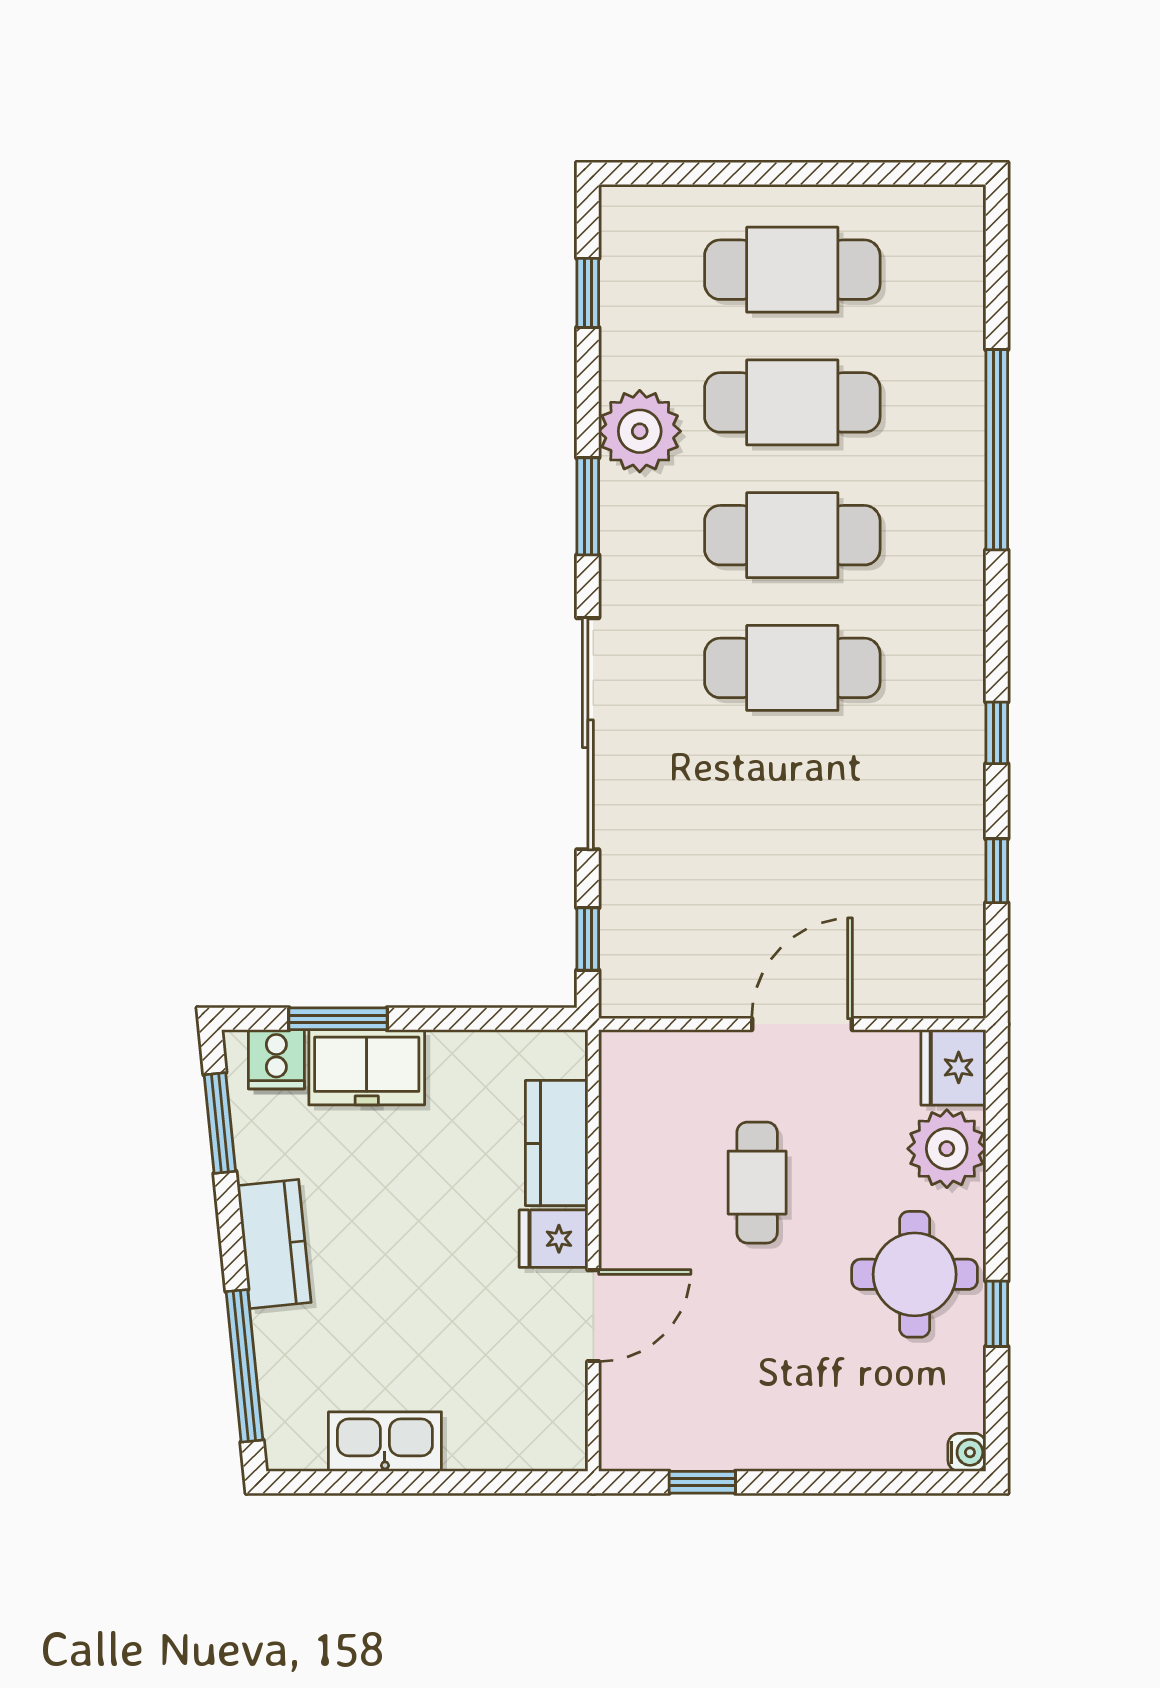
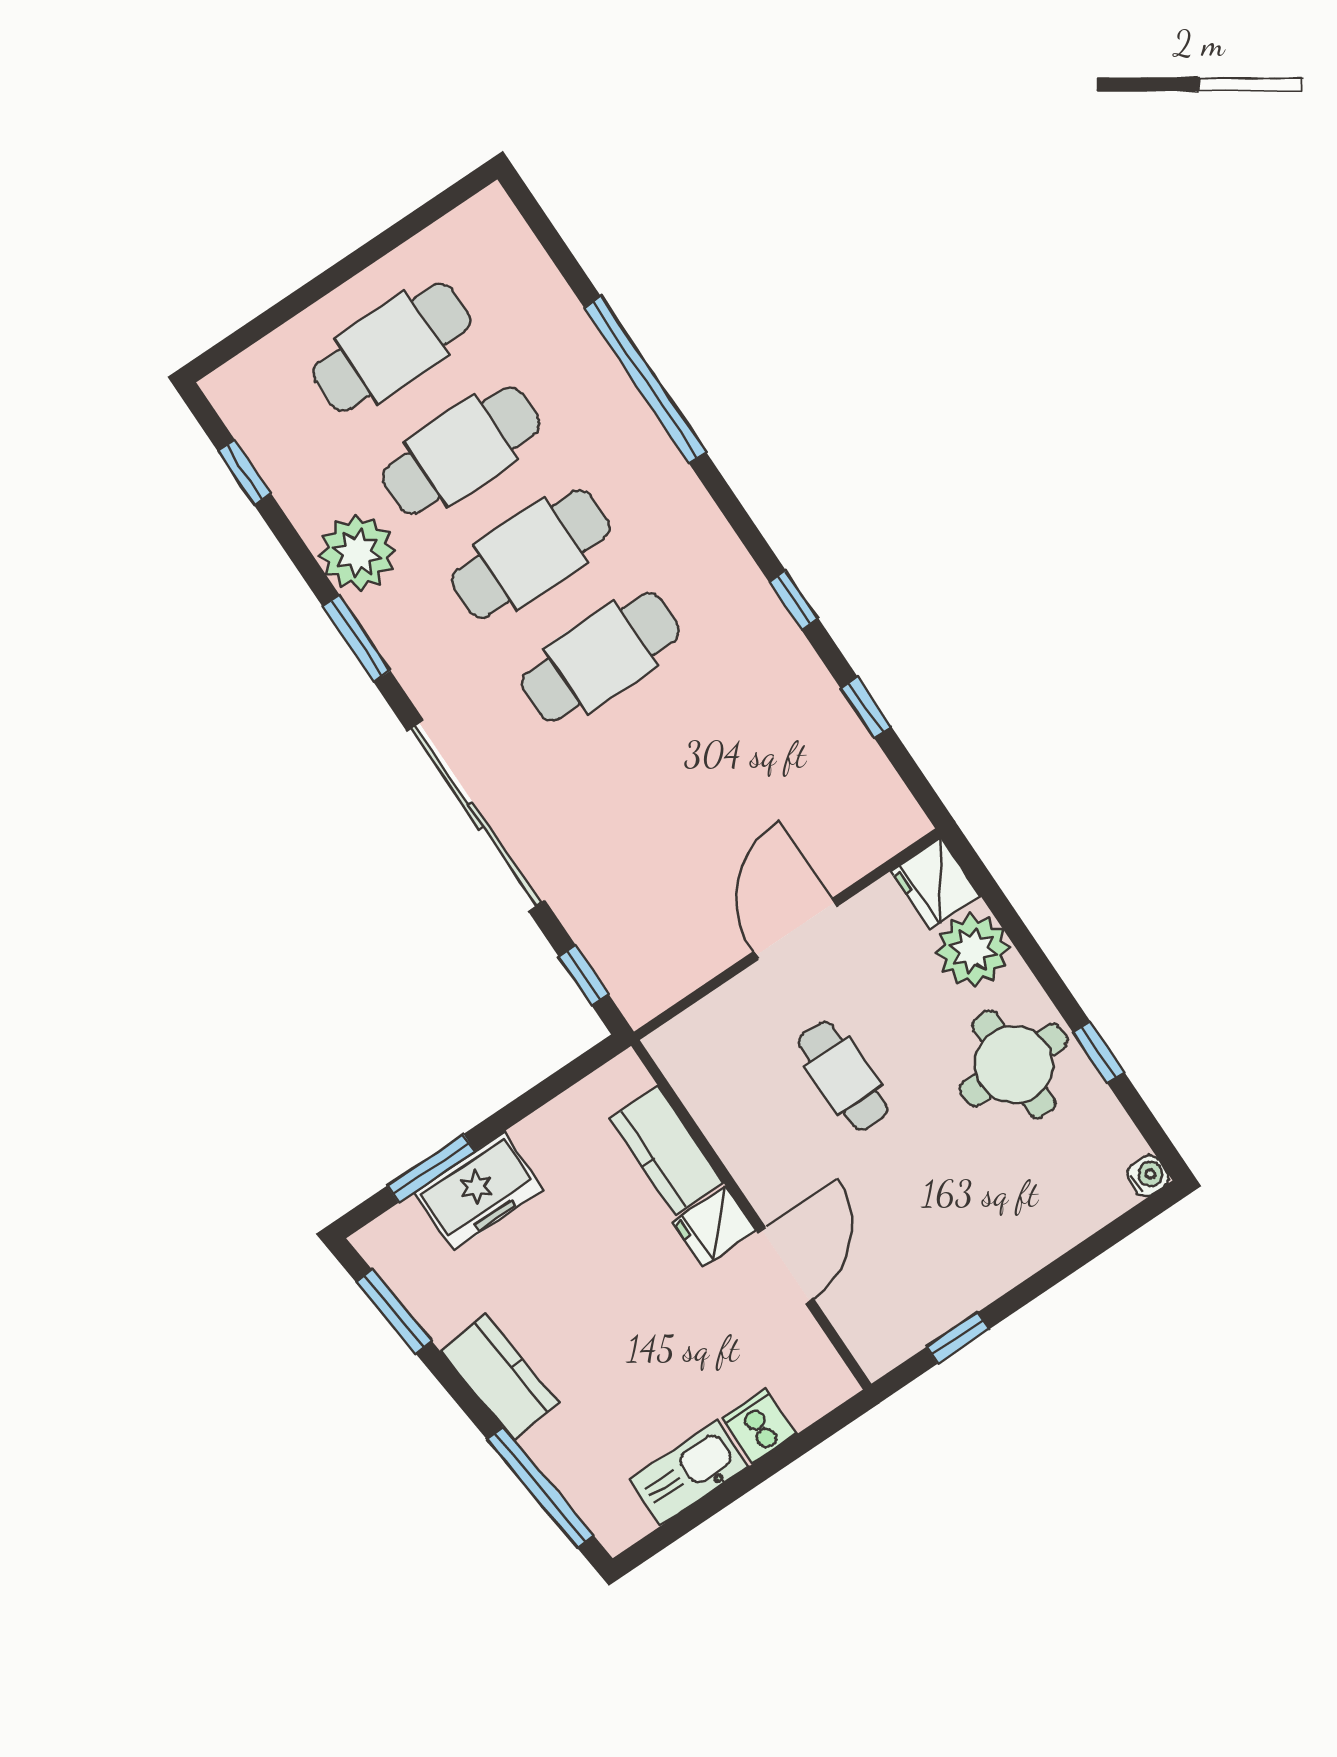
cooker: (276, 1059) -> (759, 1426), moved, turned 180

